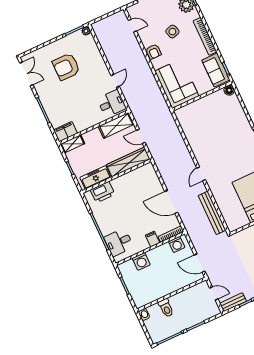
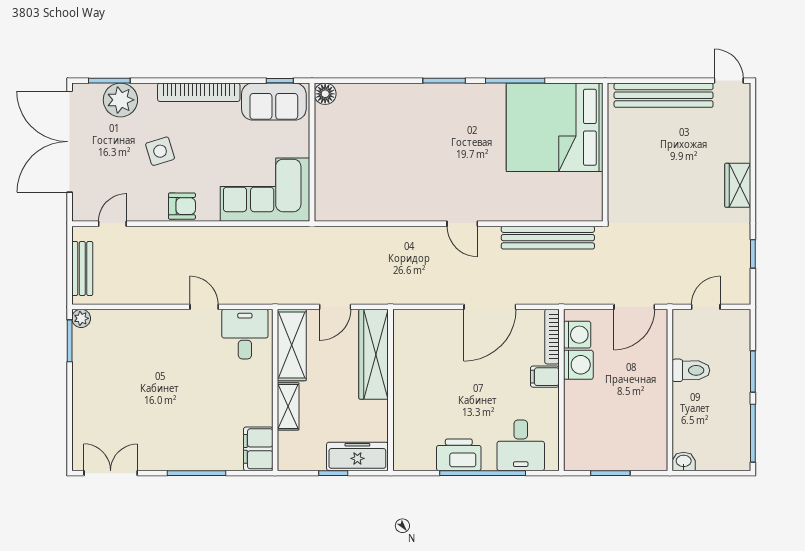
armchair: (66, 67) -> (132, 389), removed
shelving: (73, 144) -> (288, 406), moved
freezer: (95, 177) -> (357, 456), moved, turned 90
printer: (103, 192) -> (459, 455), moved, turned -90
washing machine: (141, 261) -> (578, 365), moved
bench: (233, 302) -> (82, 269), moved
toilet: (166, 308) -> (691, 370), moved

